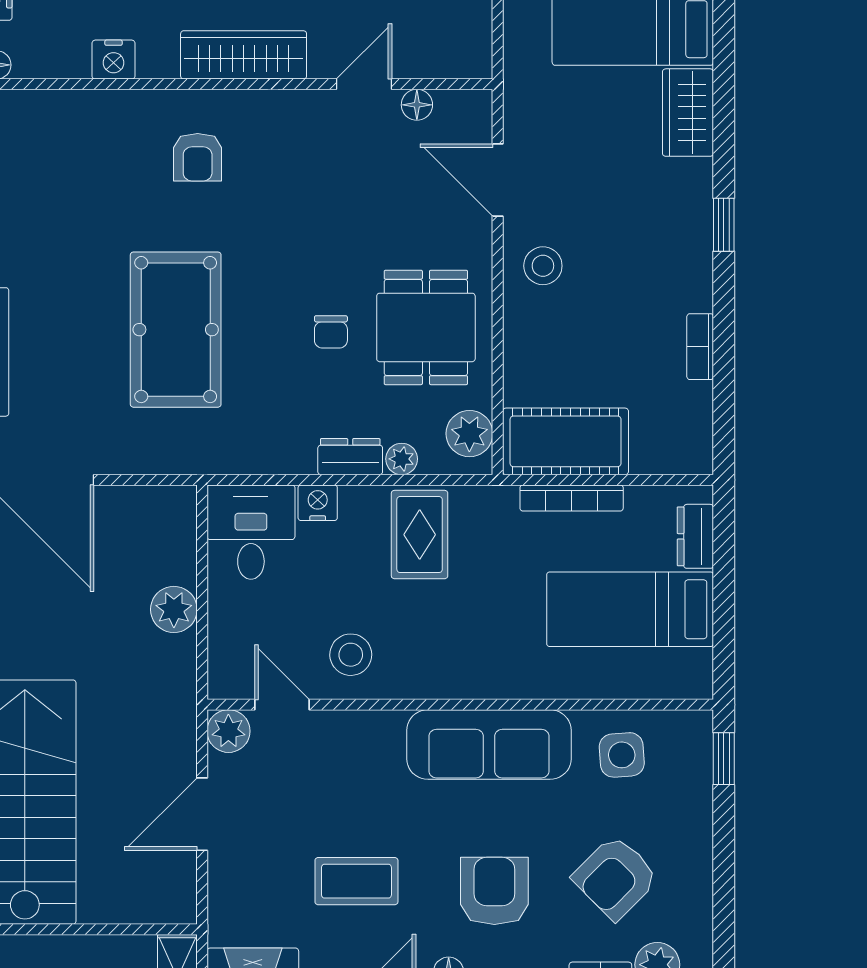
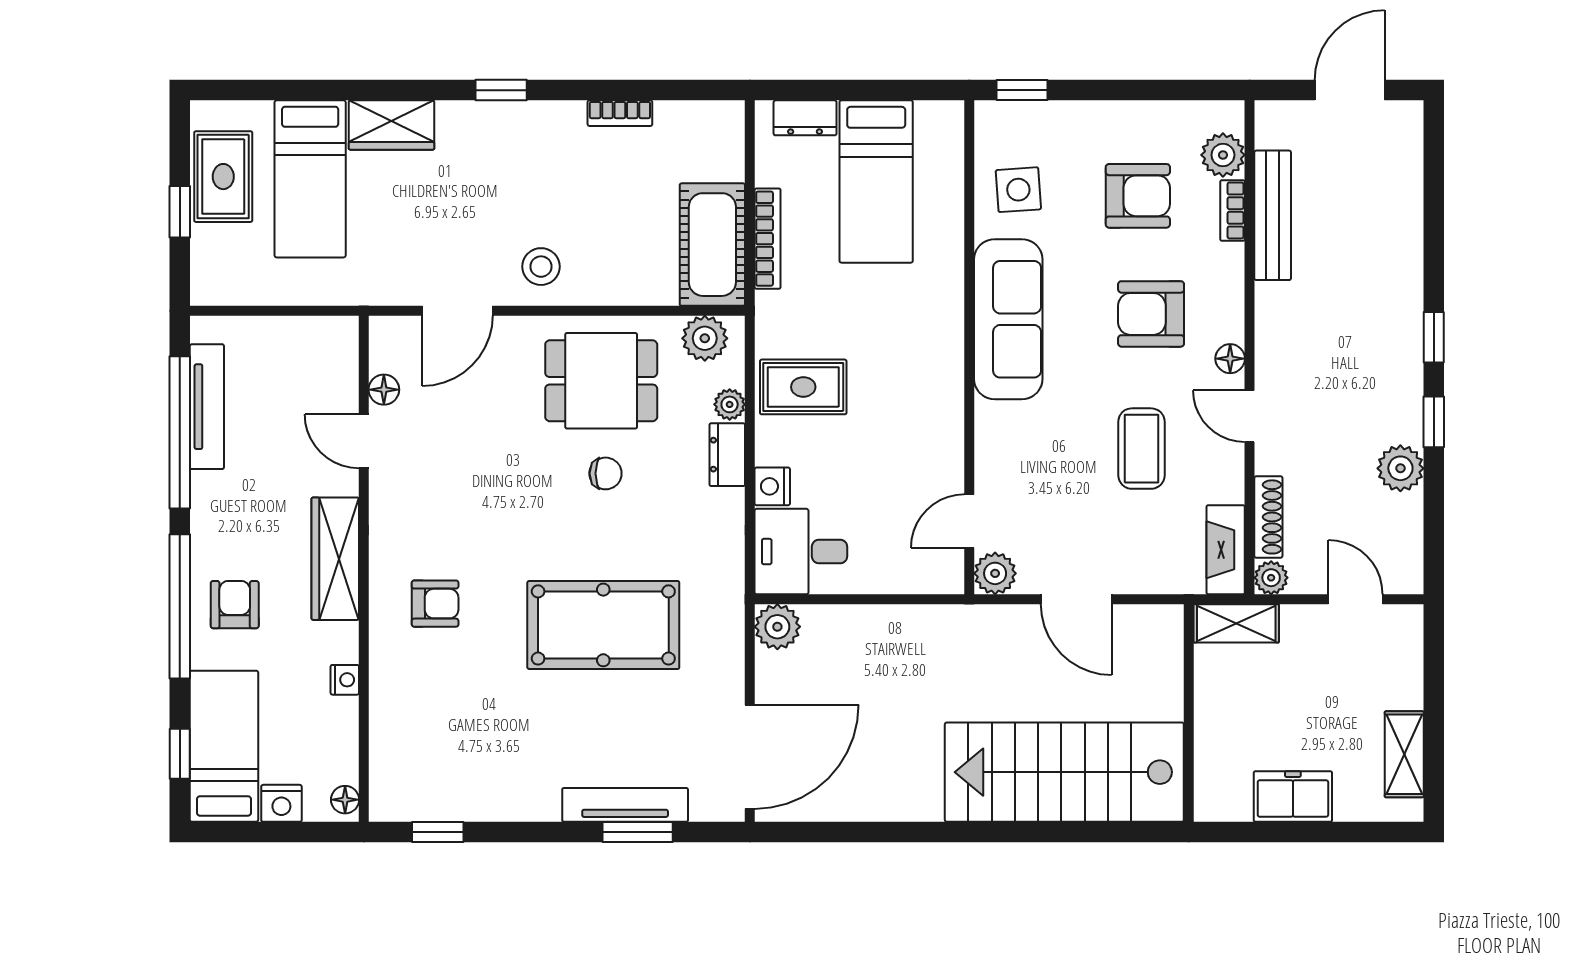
nightstand: (114, 60) -> (345, 680), width x0.72, depth x0.74
plant: (174, 609) -> (777, 627), moved
stool: (351, 655) -> (921, 454), removed
armchair: (615, 877) -> (1138, 196), turned -45

